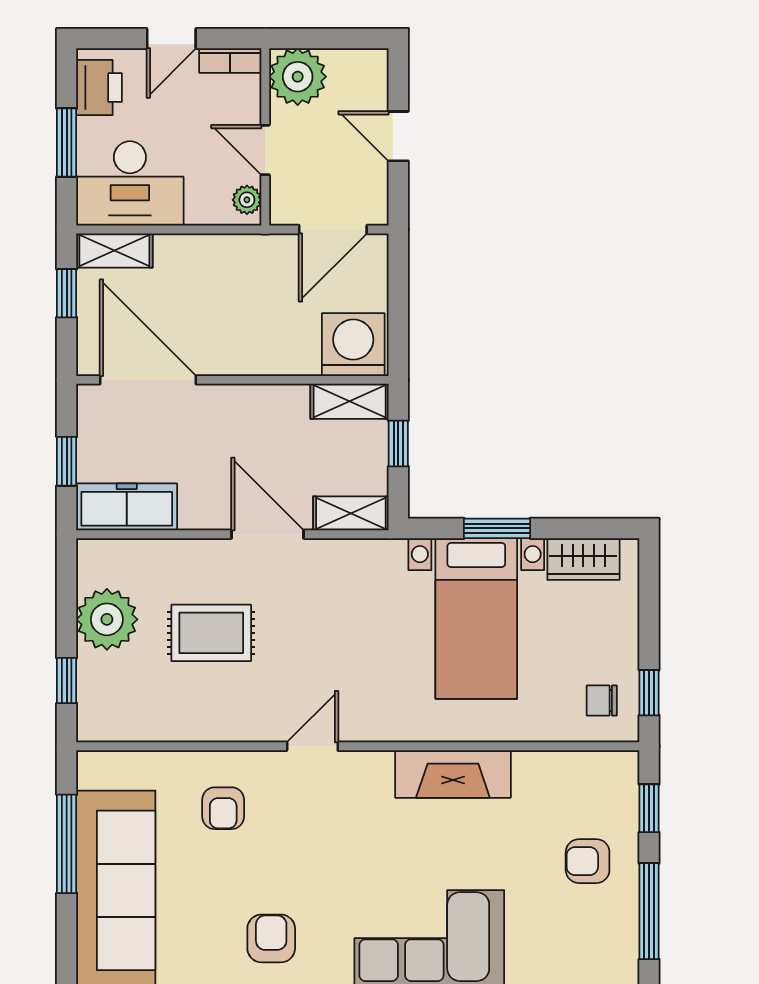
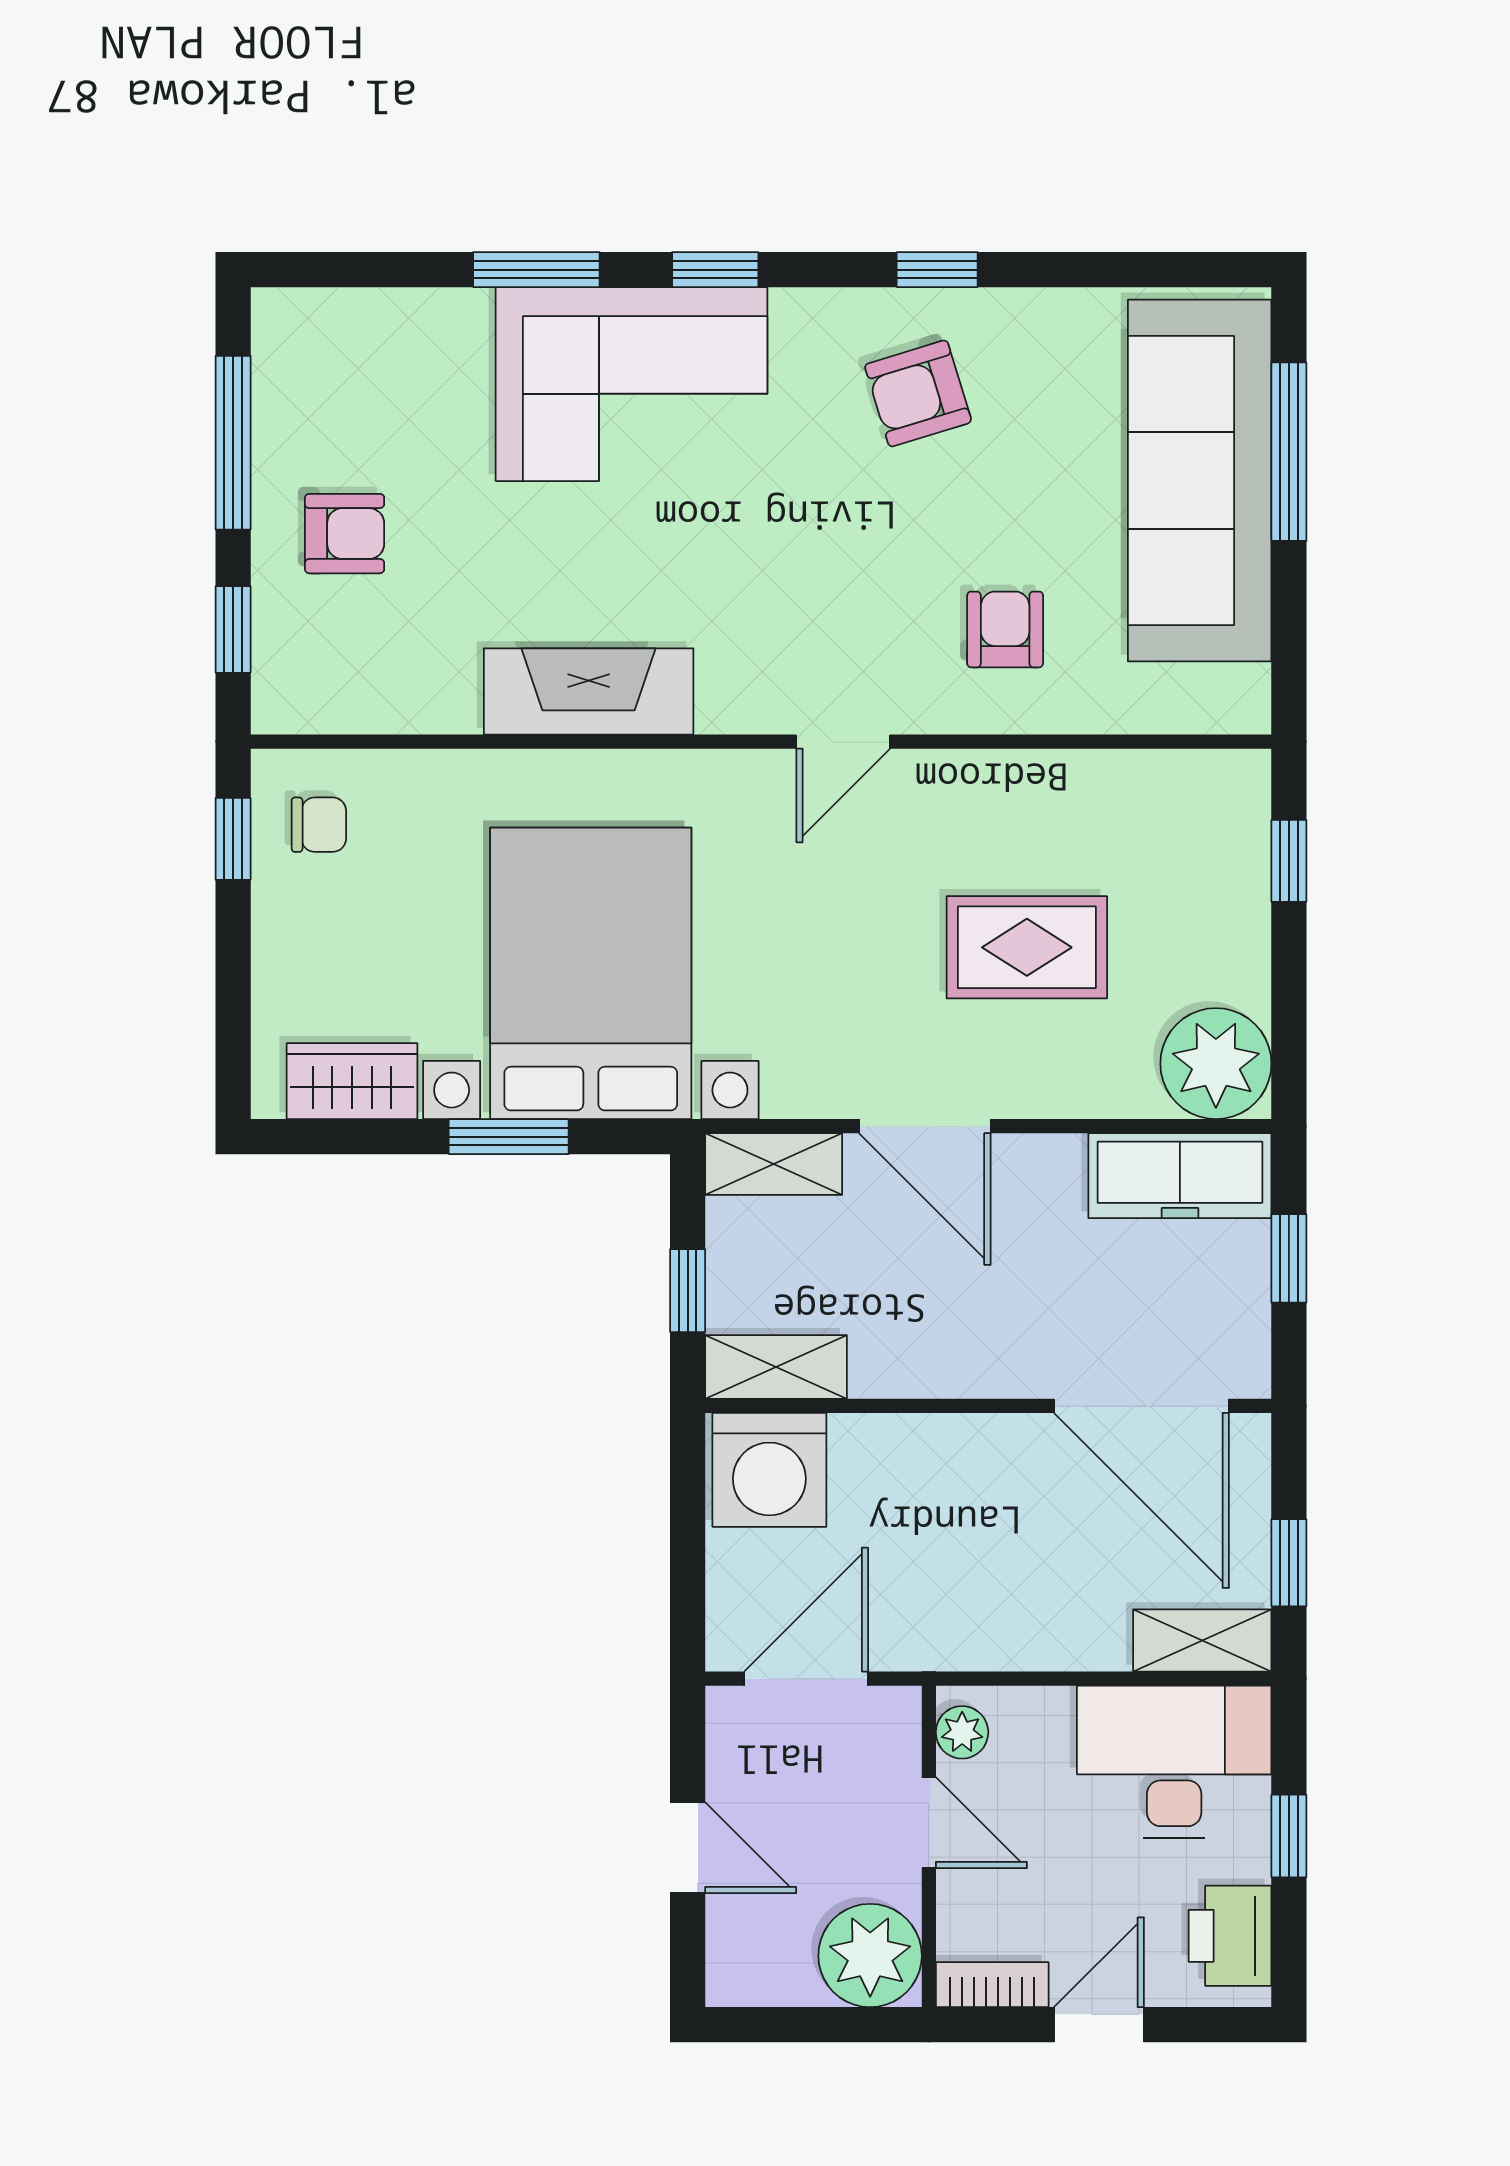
window: (67, 143) -> (1289, 1836), width x0.67
bed with nightstands: (476, 618) -> (591, 973), width x1.36
plant: (107, 619) -> (1216, 1064), moved
window: (67, 844) -> (1289, 452), moved
armchair: (271, 938) -> (918, 393), turned 73

